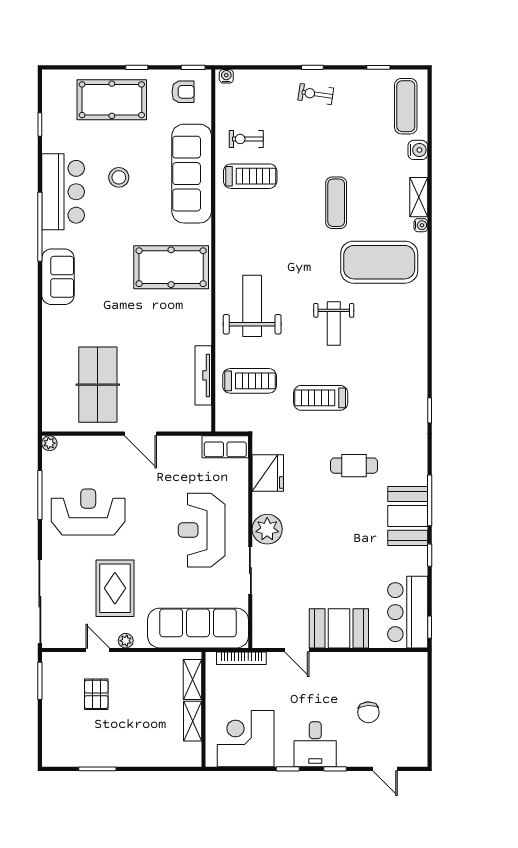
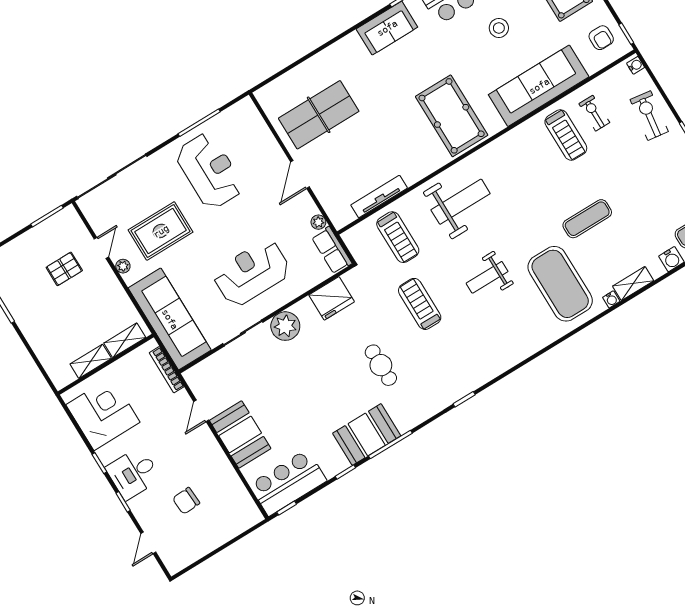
exercise bike: (316, 94) -> (649, 116), moved, width x1.38, depth x1.39
plant: (49, 443) -> (318, 222), moved

